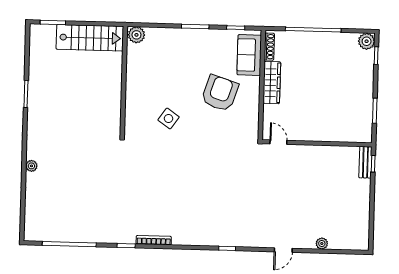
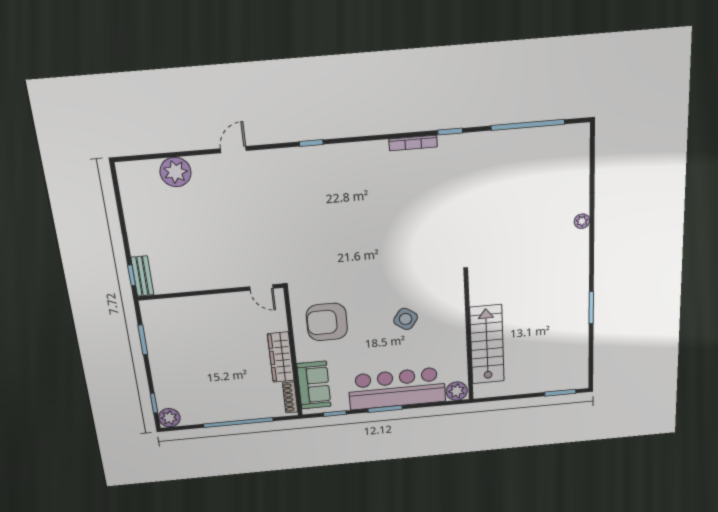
stairs: (90, 38) -> (487, 344), moved, turned 90
bar counter: (184, 43) -> (397, 388), added
armchair: (220, 93) -> (327, 322), moved, turned 72
side table: (169, 118) -> (406, 319), moved
plant: (322, 244) -> (175, 172), width x1.88, depth x1.88

